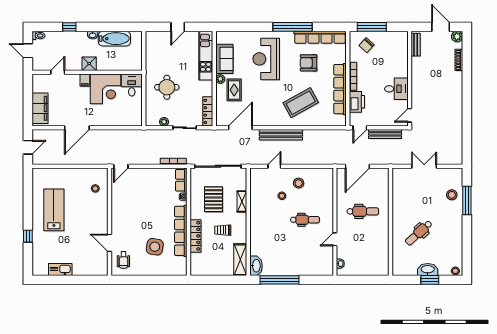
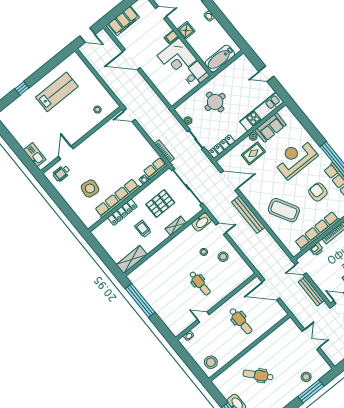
bathtub: (114, 39) -> (220, 59), moved, turned 90
printer: (357, 102) -> (317, 249), width x0.53, depth x0.68
stool: (377, 263) -> (211, 362), added
washbasin: (256, 266) -> (202, 222), moved
kitchen sink: (60, 270) -> (35, 155), moved

